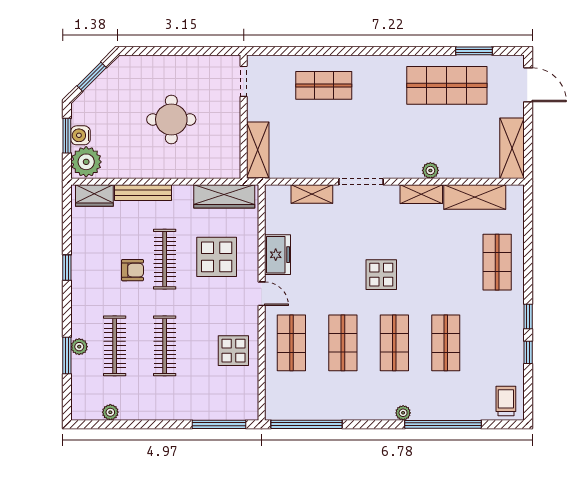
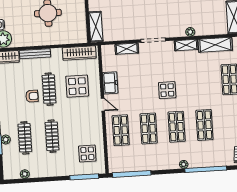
display table: (233, 351) -> (87, 154), moved

